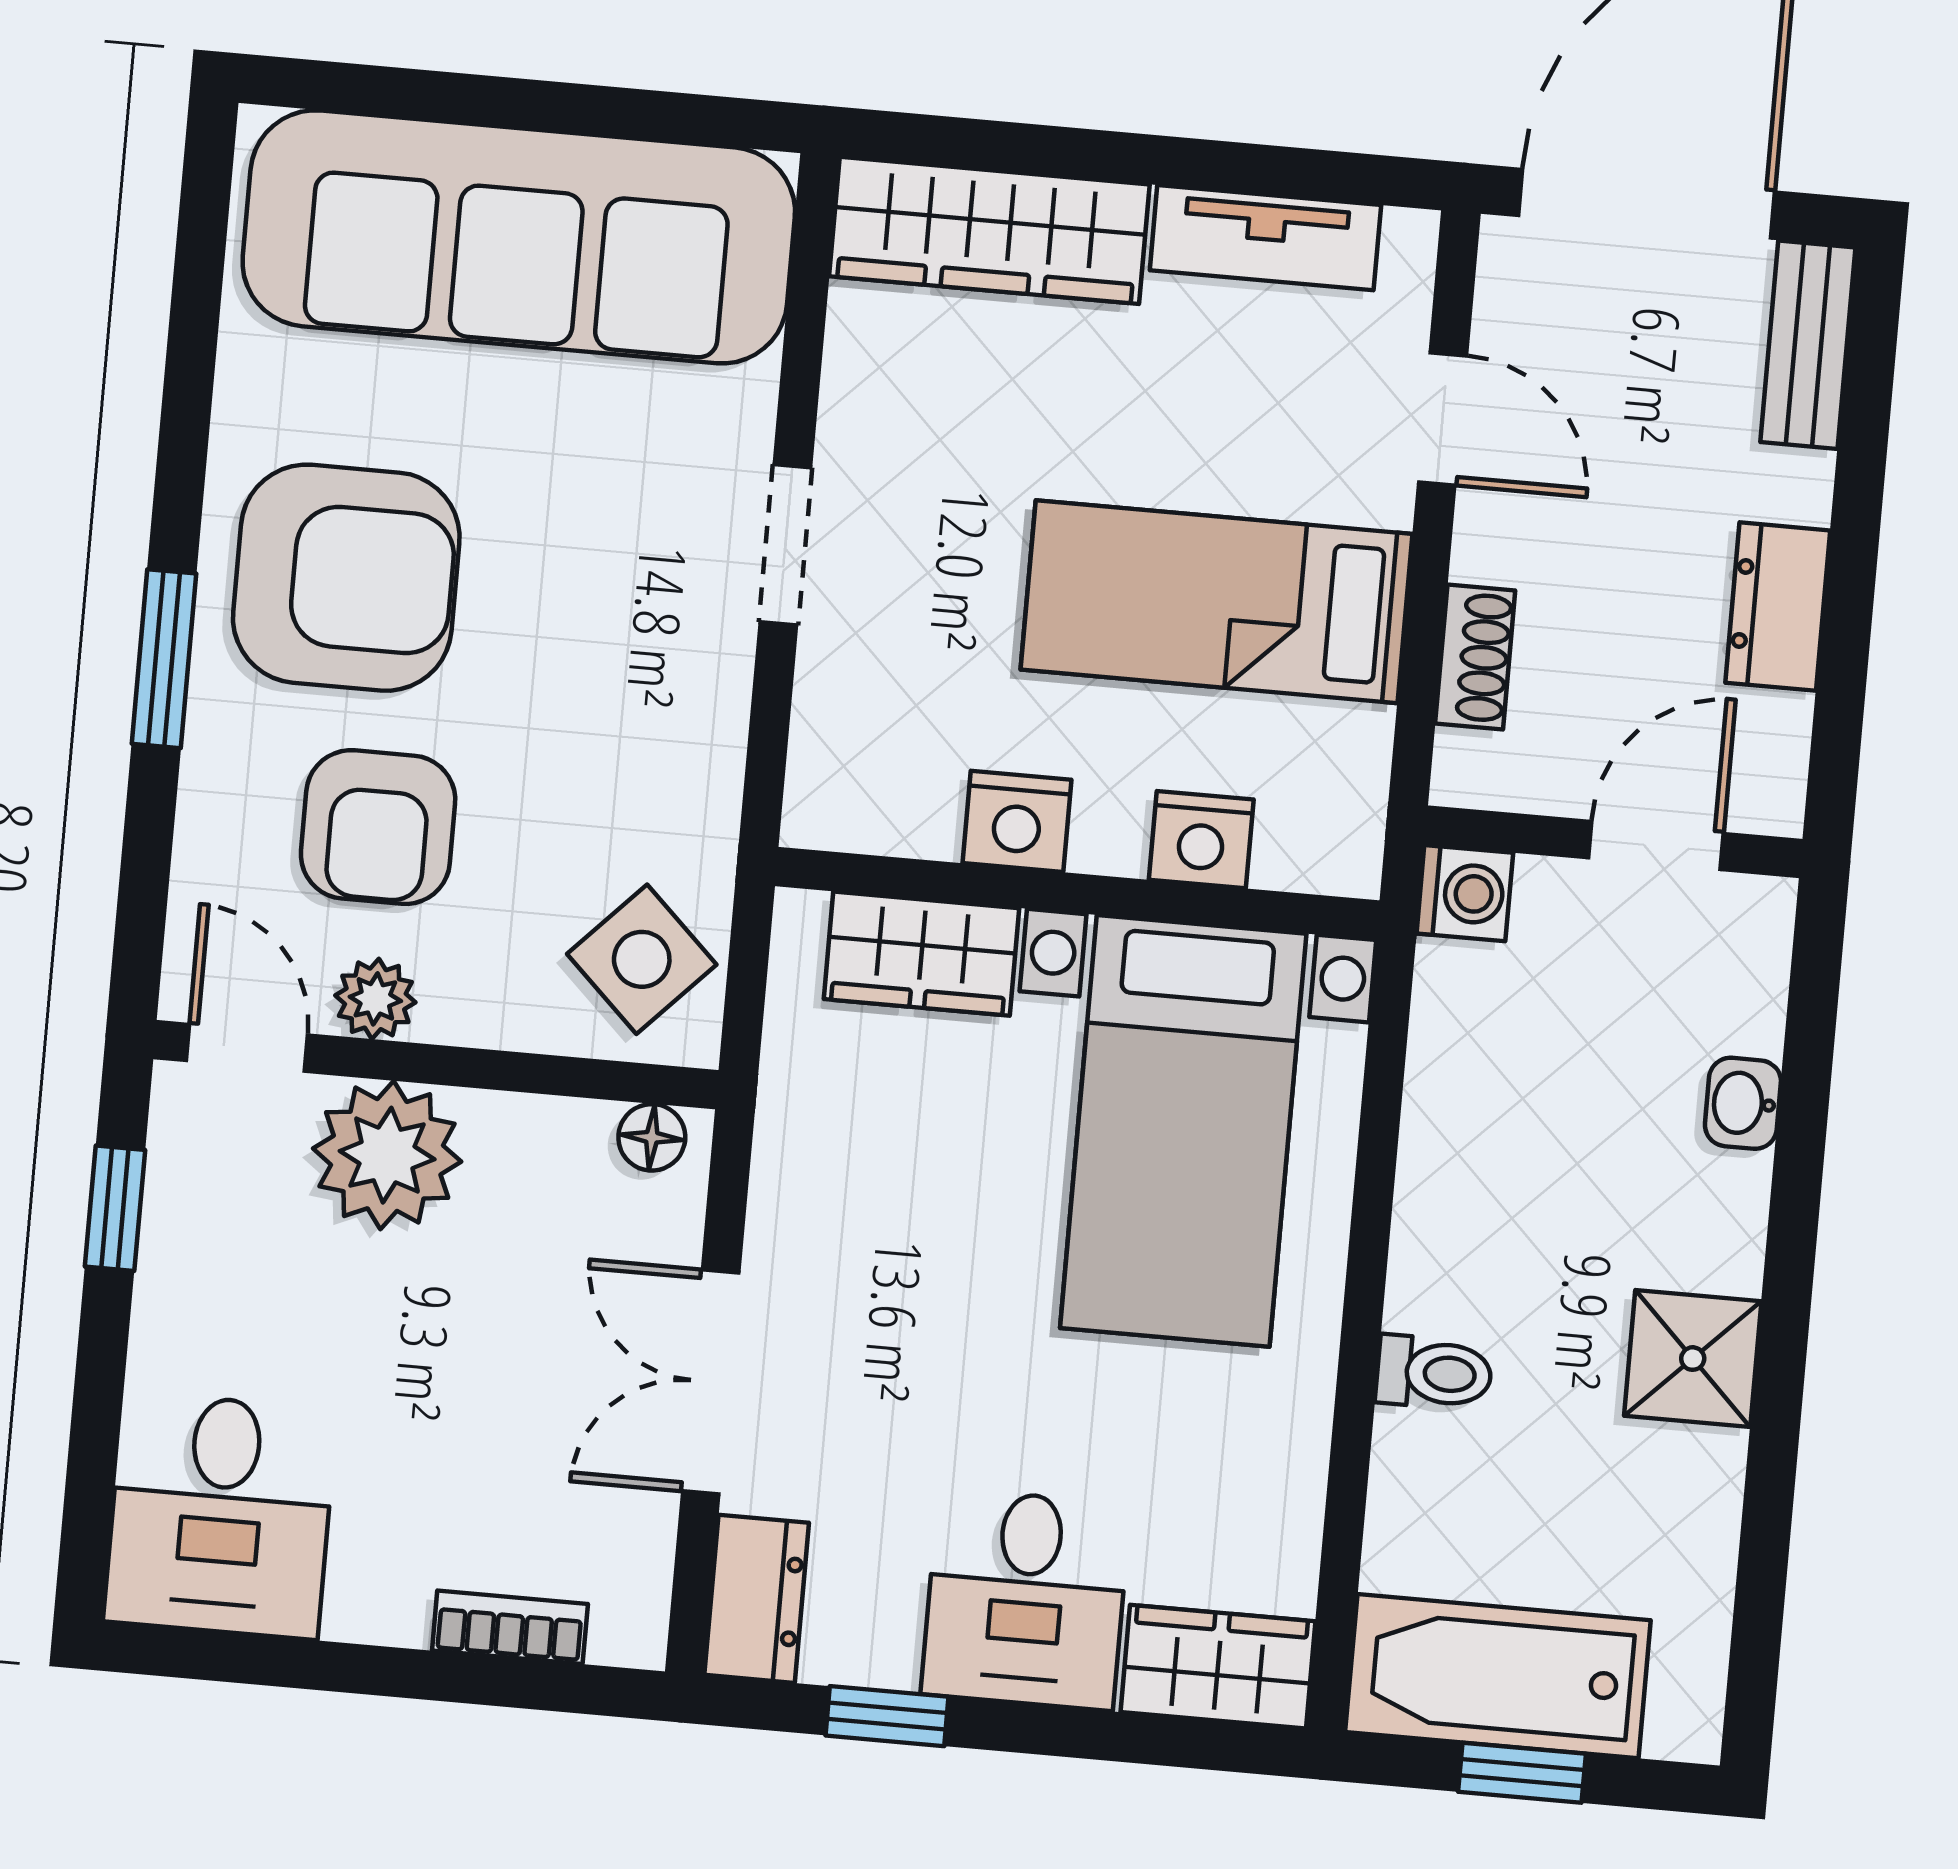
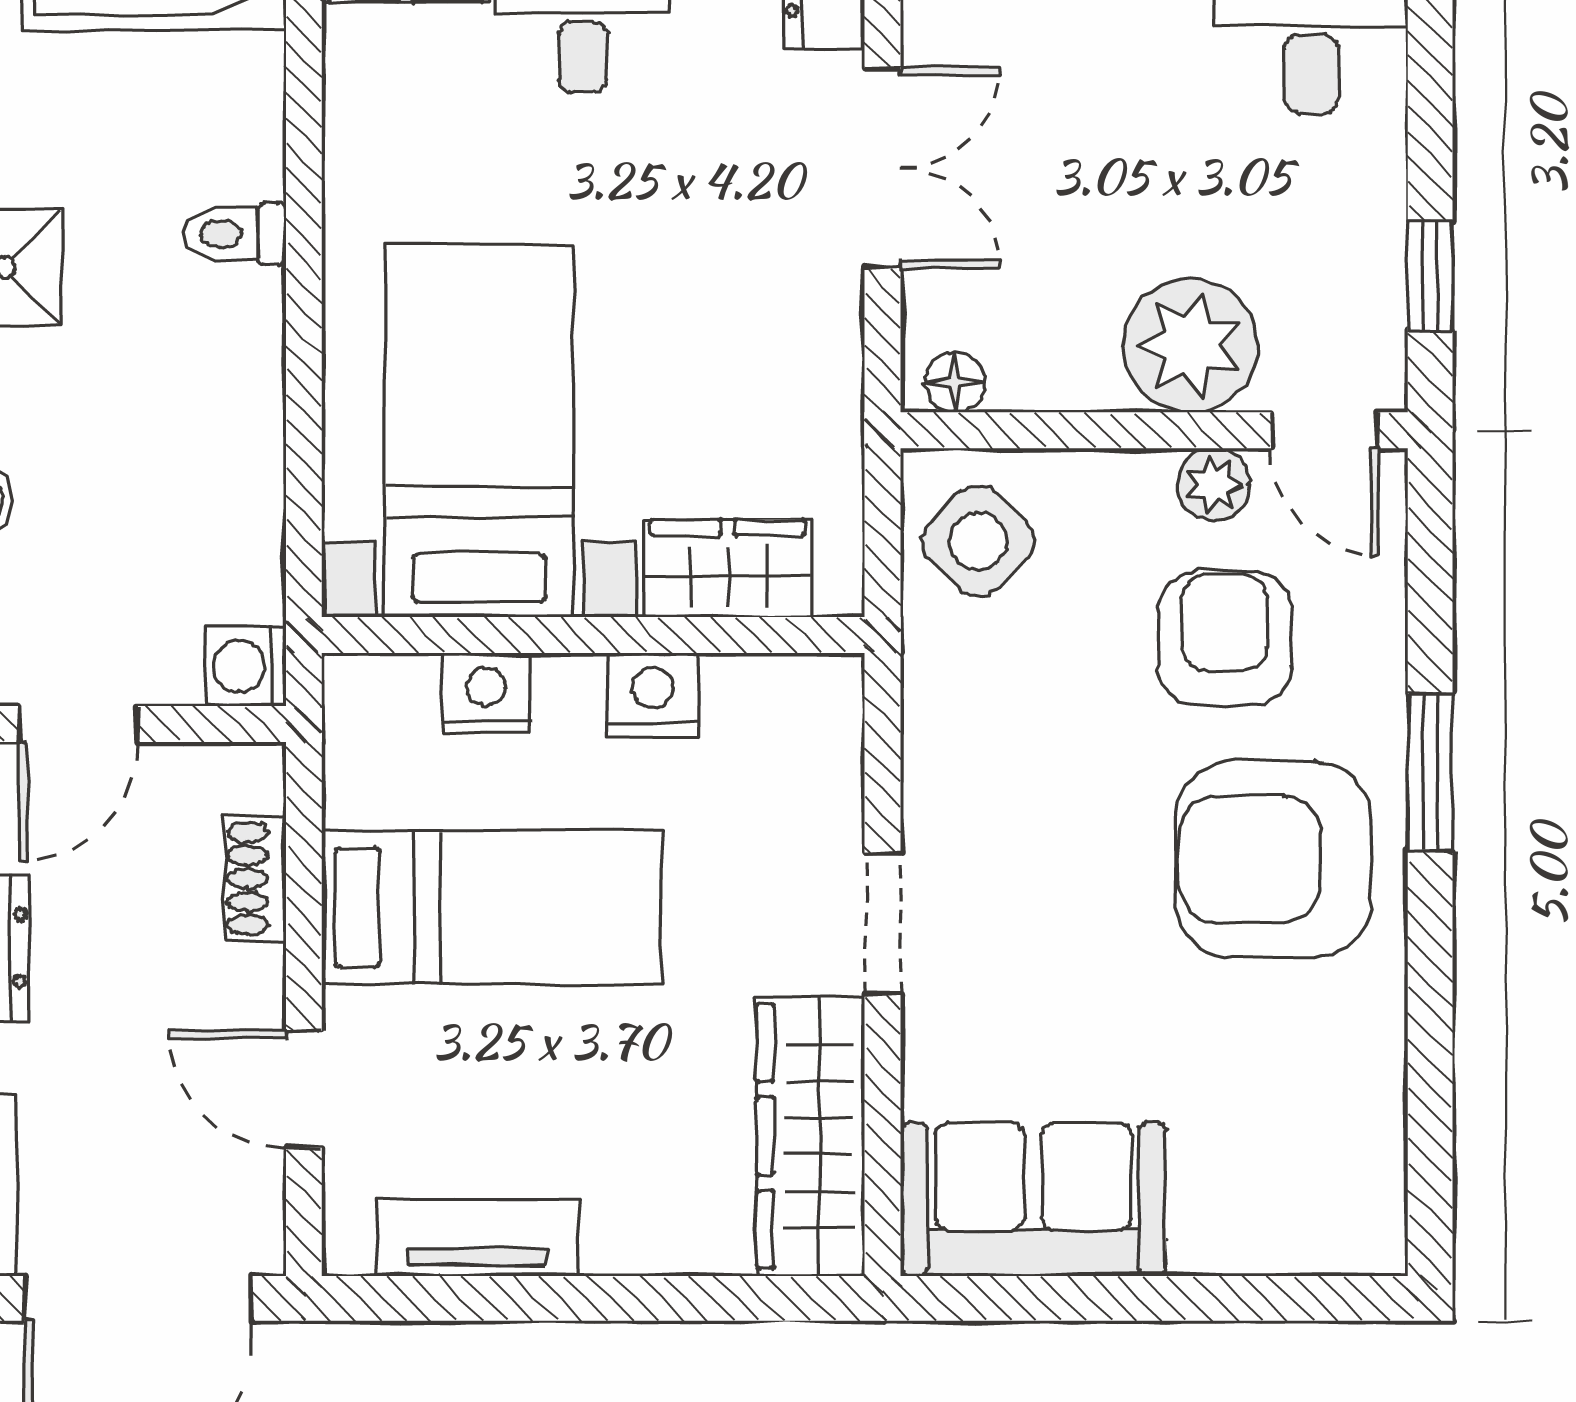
wardrobe: (989, 230) -> (811, 1136), moved, turned -90
sofa: (519, 237) -> (1033, 1199), width x0.54, depth x0.79

